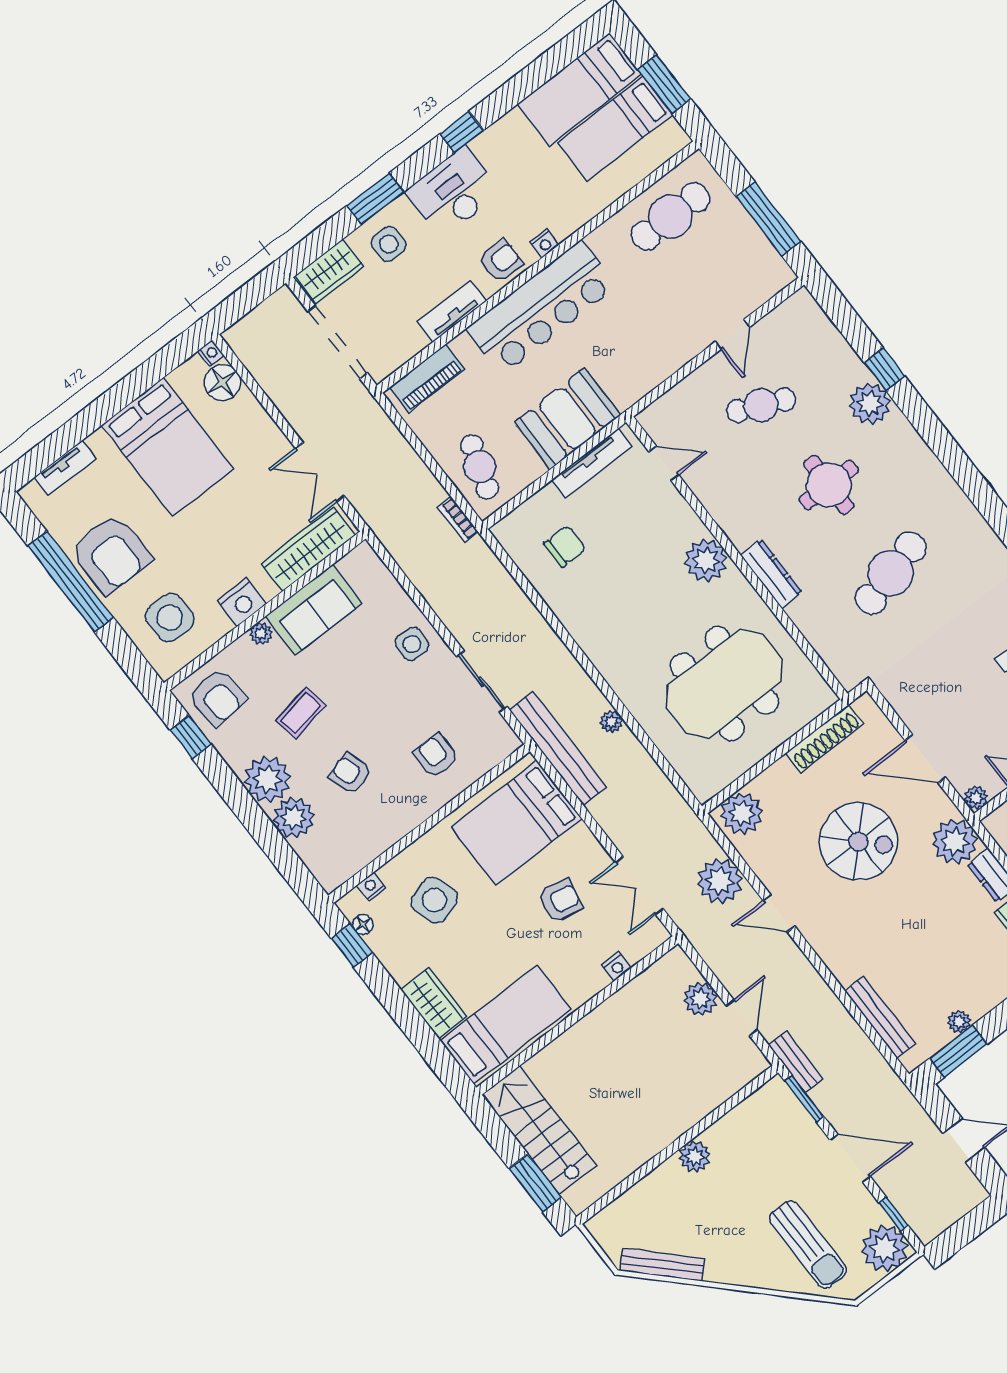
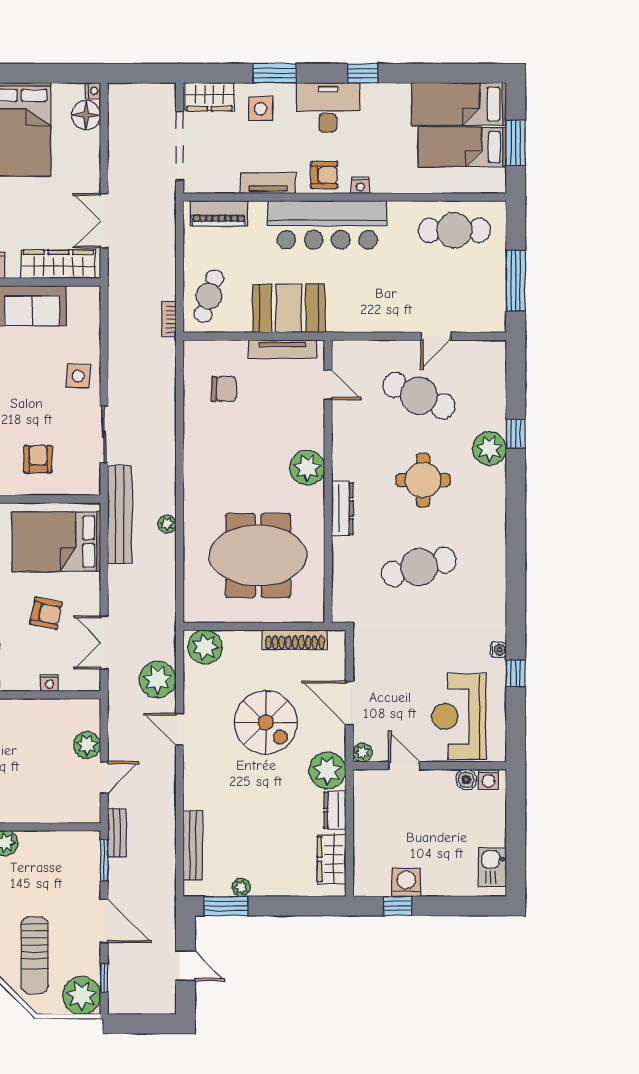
cafe table: (761, 405) -> (419, 396), width x1.37, depth x1.35

